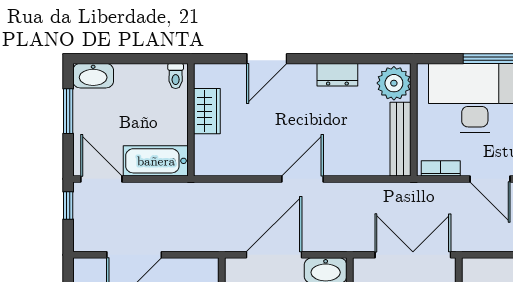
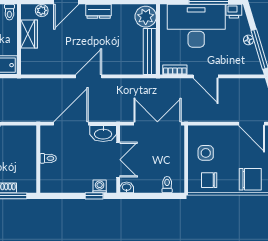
plant: (227, 73) -> (42, 10), added
dresser: (337, 75) -> (99, 11), moved

